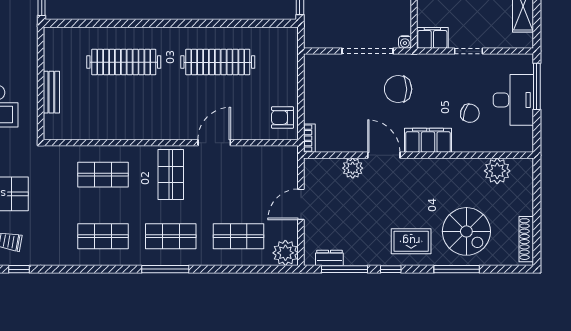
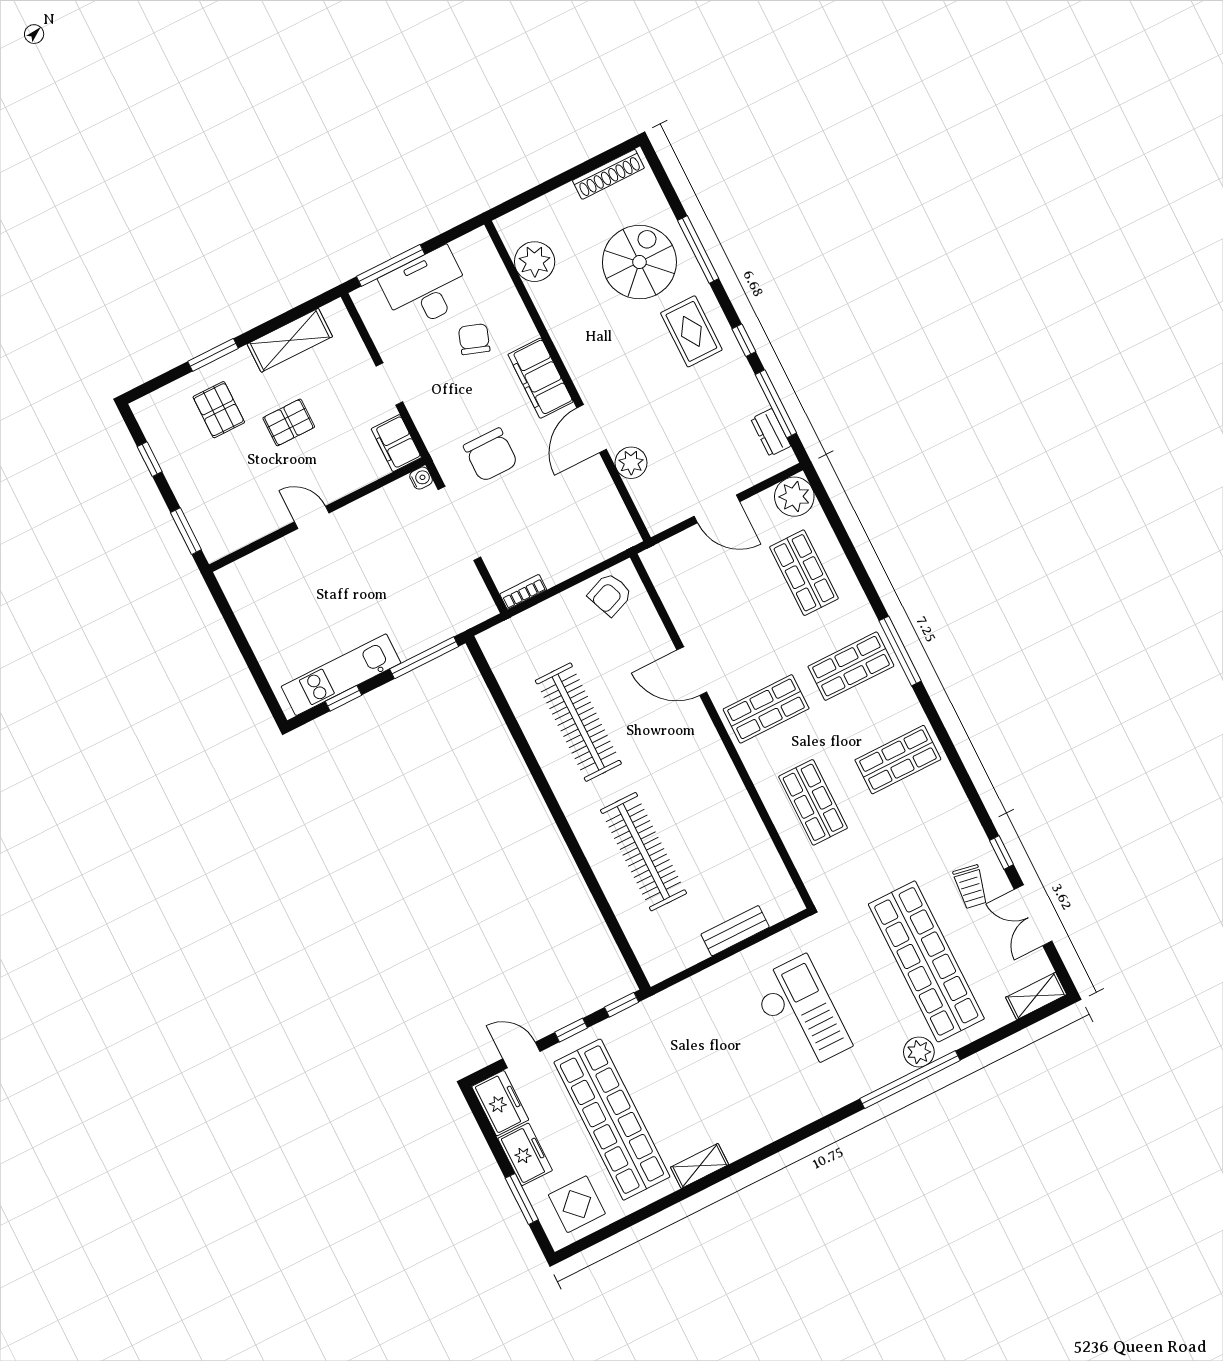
armchair: (282, 118) -> (610, 594), turned 68
bookcase: (309, 138) -> (523, 592), moved
shop shelf: (103, 236) -> (898, 760), turned 90
shop shelf: (171, 236) -> (851, 666), turned 90

